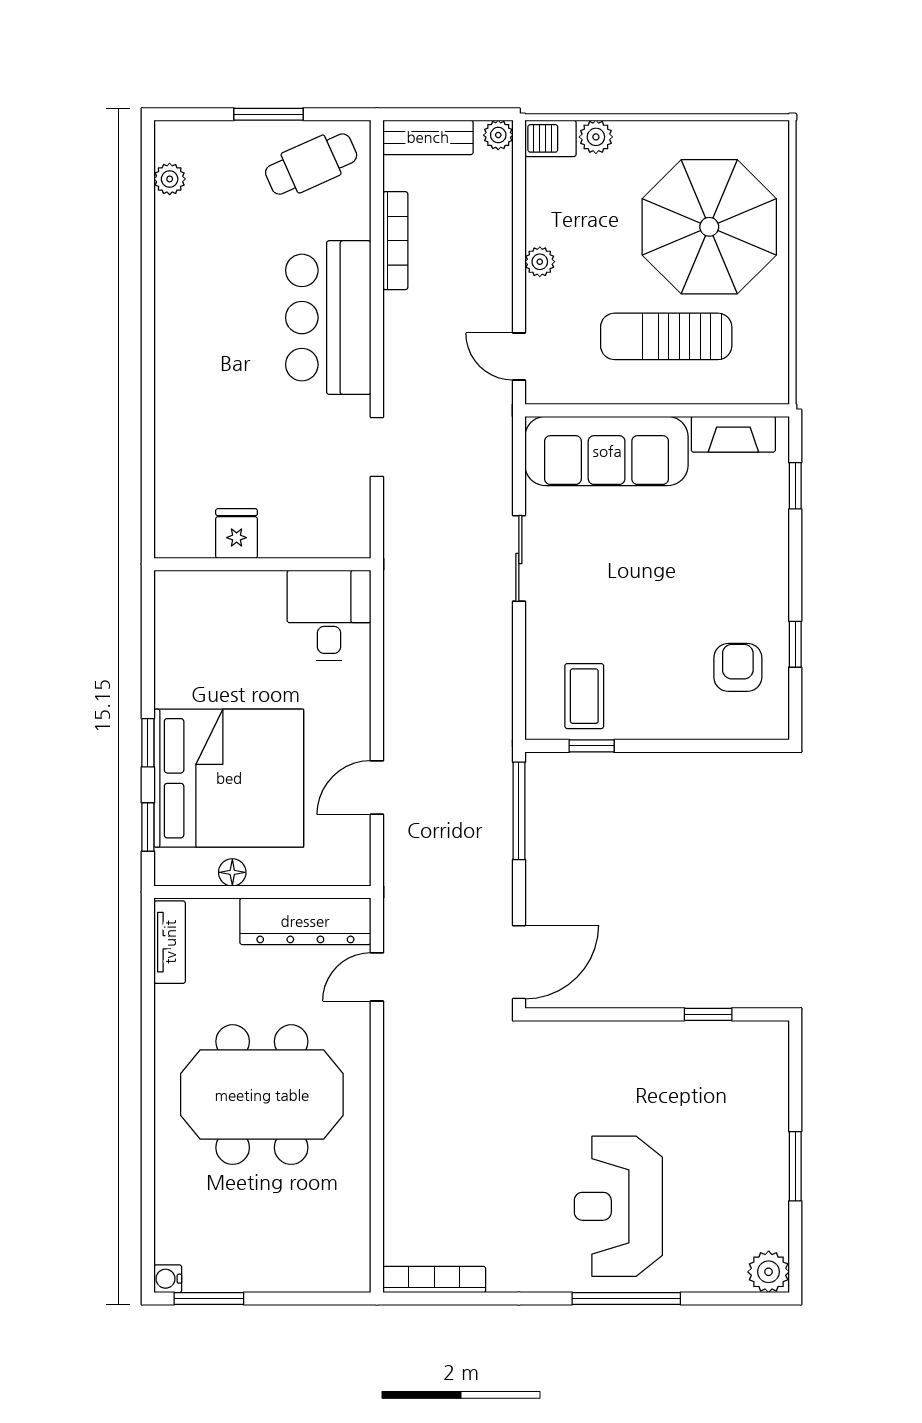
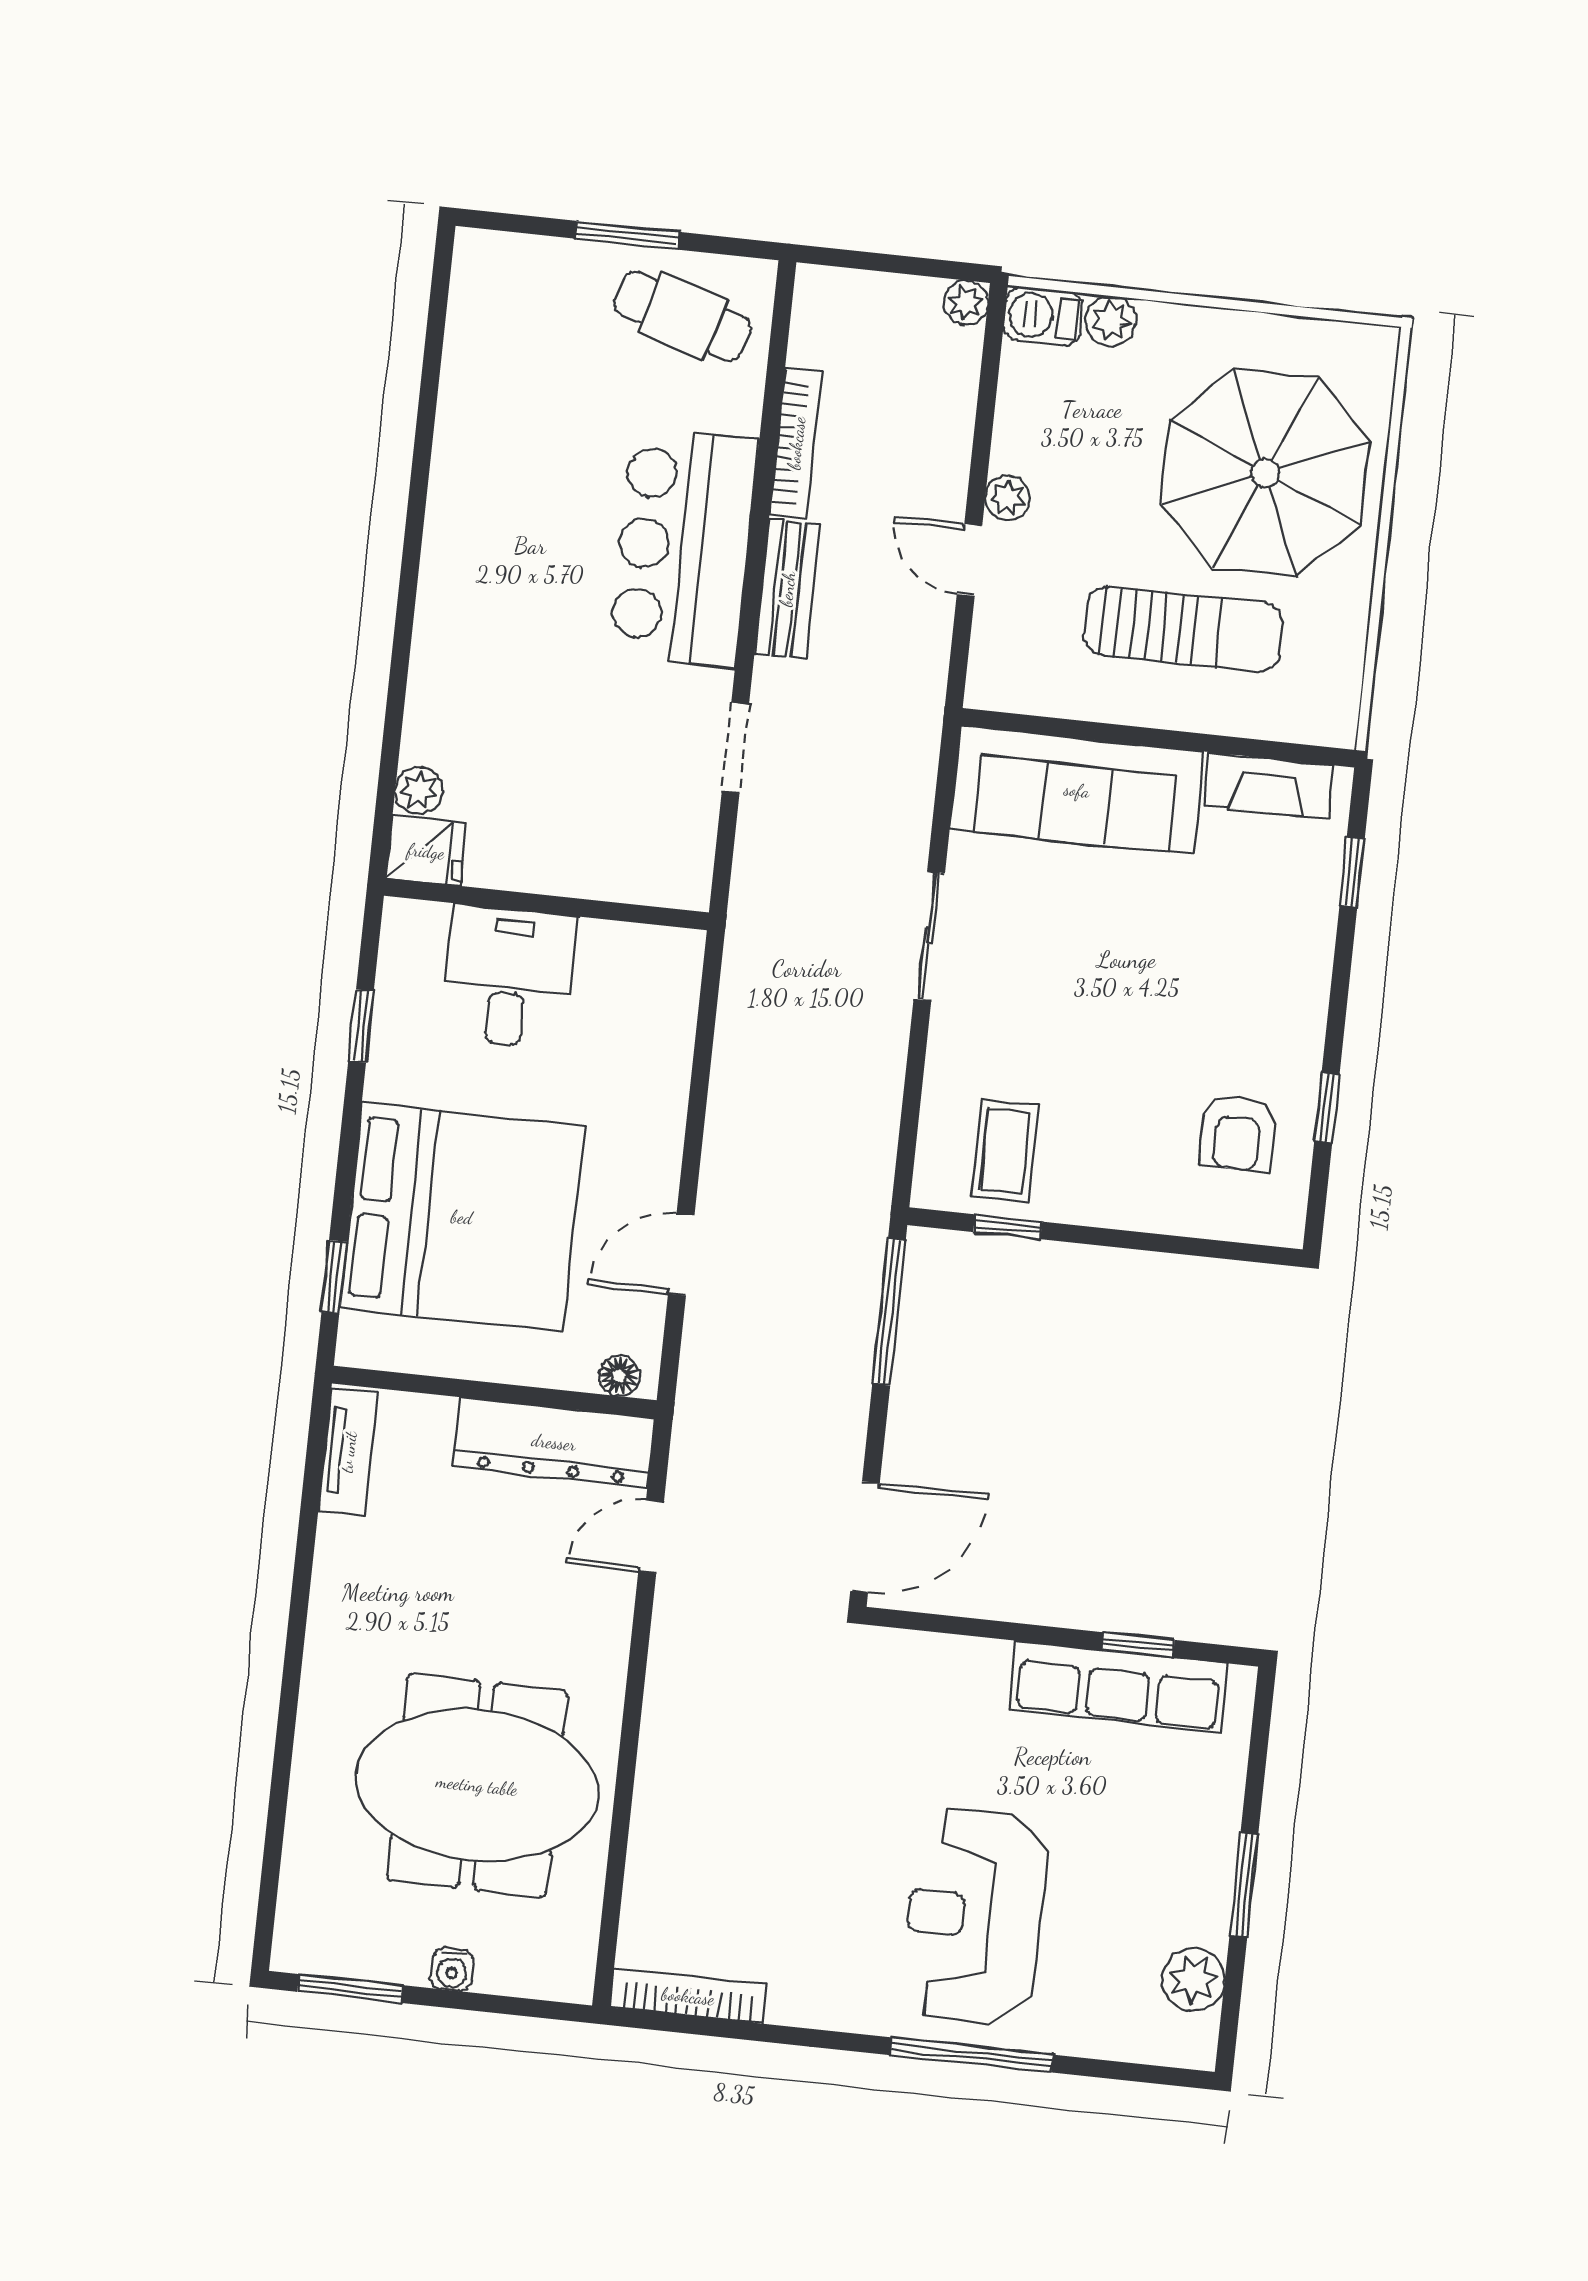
bench: (428, 137) -> (787, 589), moved, turned 90
cafe table: (311, 164) -> (683, 316), turned 41
plant: (170, 179) -> (419, 790), moved
sun lounger: (666, 336) -> (1184, 629), turned 180
door: (519, 356) -> (969, 560), moved
fridge: (237, 534) -> (426, 851), moved, turned 90
desk: (329, 615) -> (509, 977), moved
armchair: (738, 667) -> (1238, 1133), turned 180
window: (148, 743) -> (361, 1026), moved
floor lamp: (232, 872) -> (619, 1376), moved
row of seats: (698, 1043) -> (1119, 1686), added
meeting table: (262, 1095) -> (477, 1785), moved
plant: (769, 1272) -> (1193, 1979), moved
water cooler: (168, 1279) -> (452, 1970), moved, turned -90

